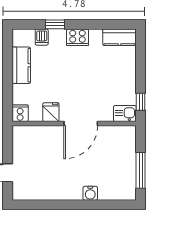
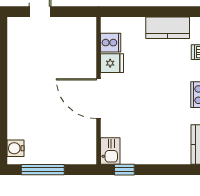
cooker: (20, 113) -> (111, 43), moved
water cooler: (90, 193) -> (16, 148), moved

